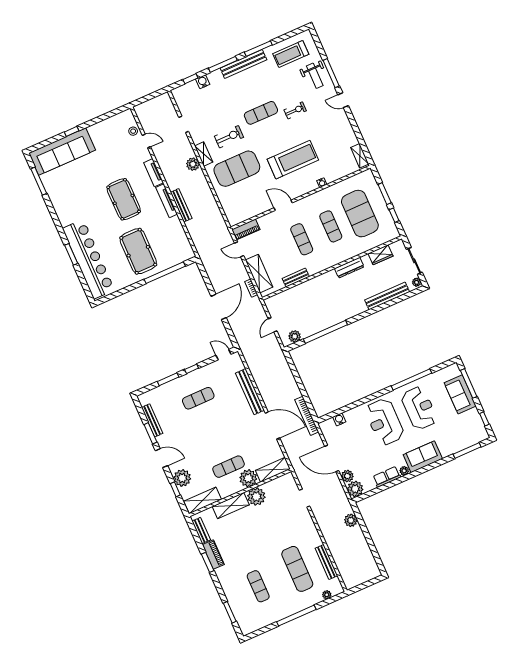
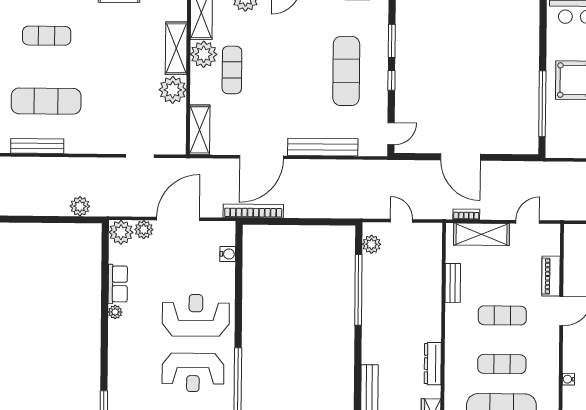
piano: (246, 229) -> (551, 276), moved
exercise mat: (198, 398) -> (346, 71), width x1.36, depth x1.45
sofa: (423, 457) -> (123, 347), removed
plant: (248, 478) -> (204, 54), moved

